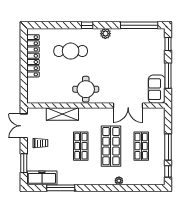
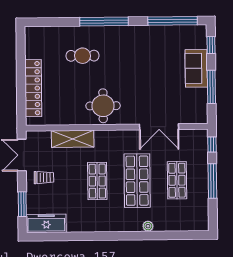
window: (87, 25) -> (104, 22), width x3.17
plant: (105, 34) -> (128, 32), removed
cafe table: (71, 51) -> (83, 56), width x0.73, depth x0.74
locker: (33, 56) -> (33, 88), moved
sofa: (157, 89) -> (196, 68), moved
window: (168, 171) -> (212, 145), moved
window: (61, 188) -> (71, 236), removed

